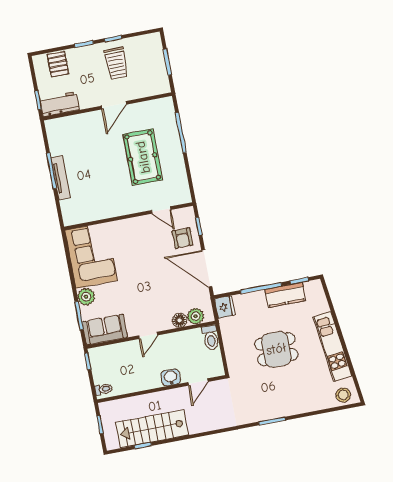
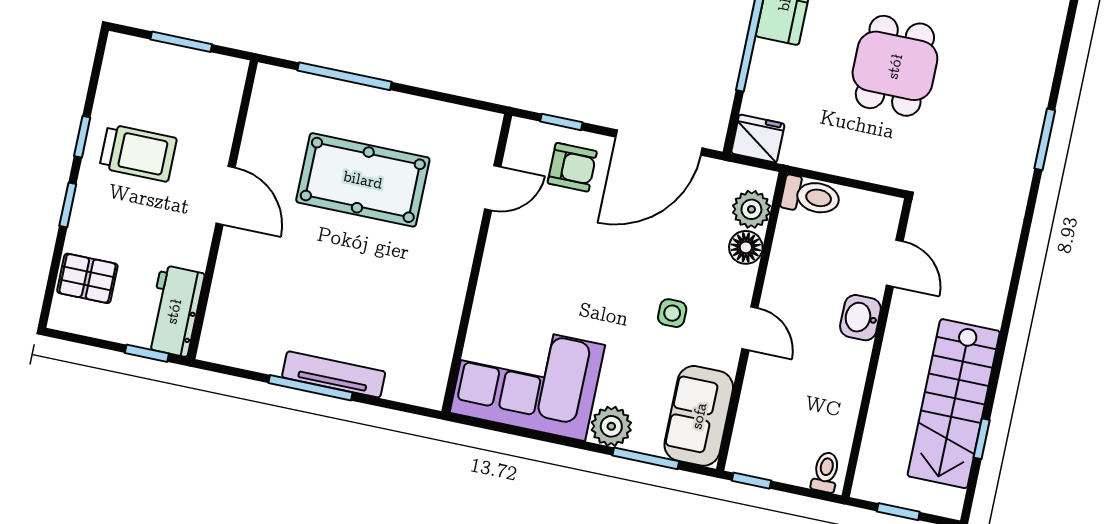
side table: (141, 302) -> (672, 313), added

